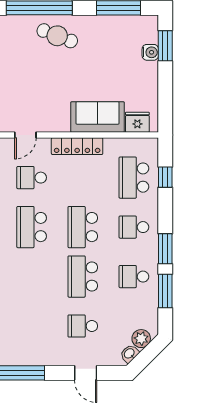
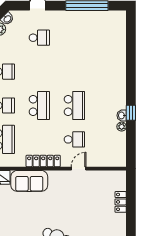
school desk: (83, 277) -> (39, 72), removed

